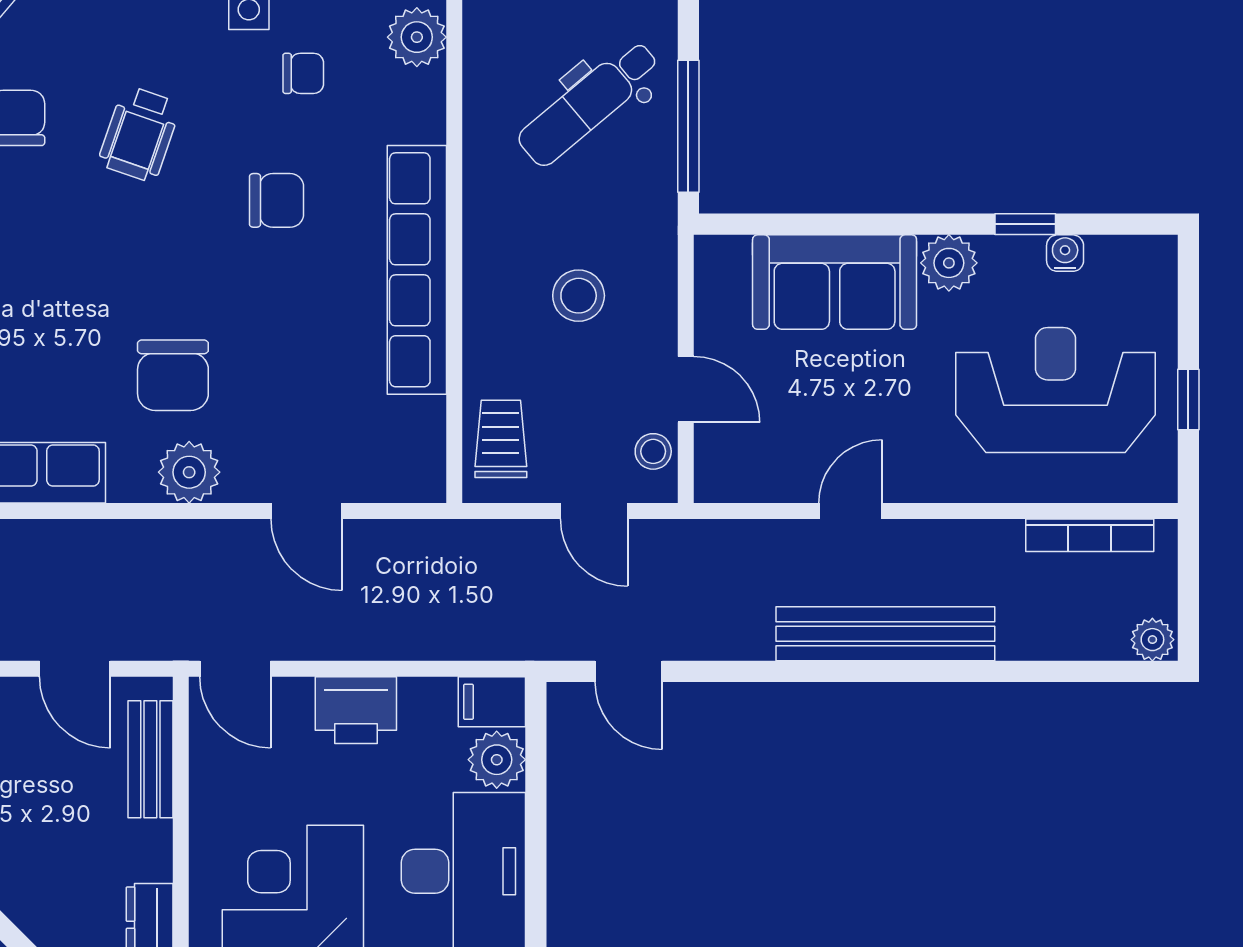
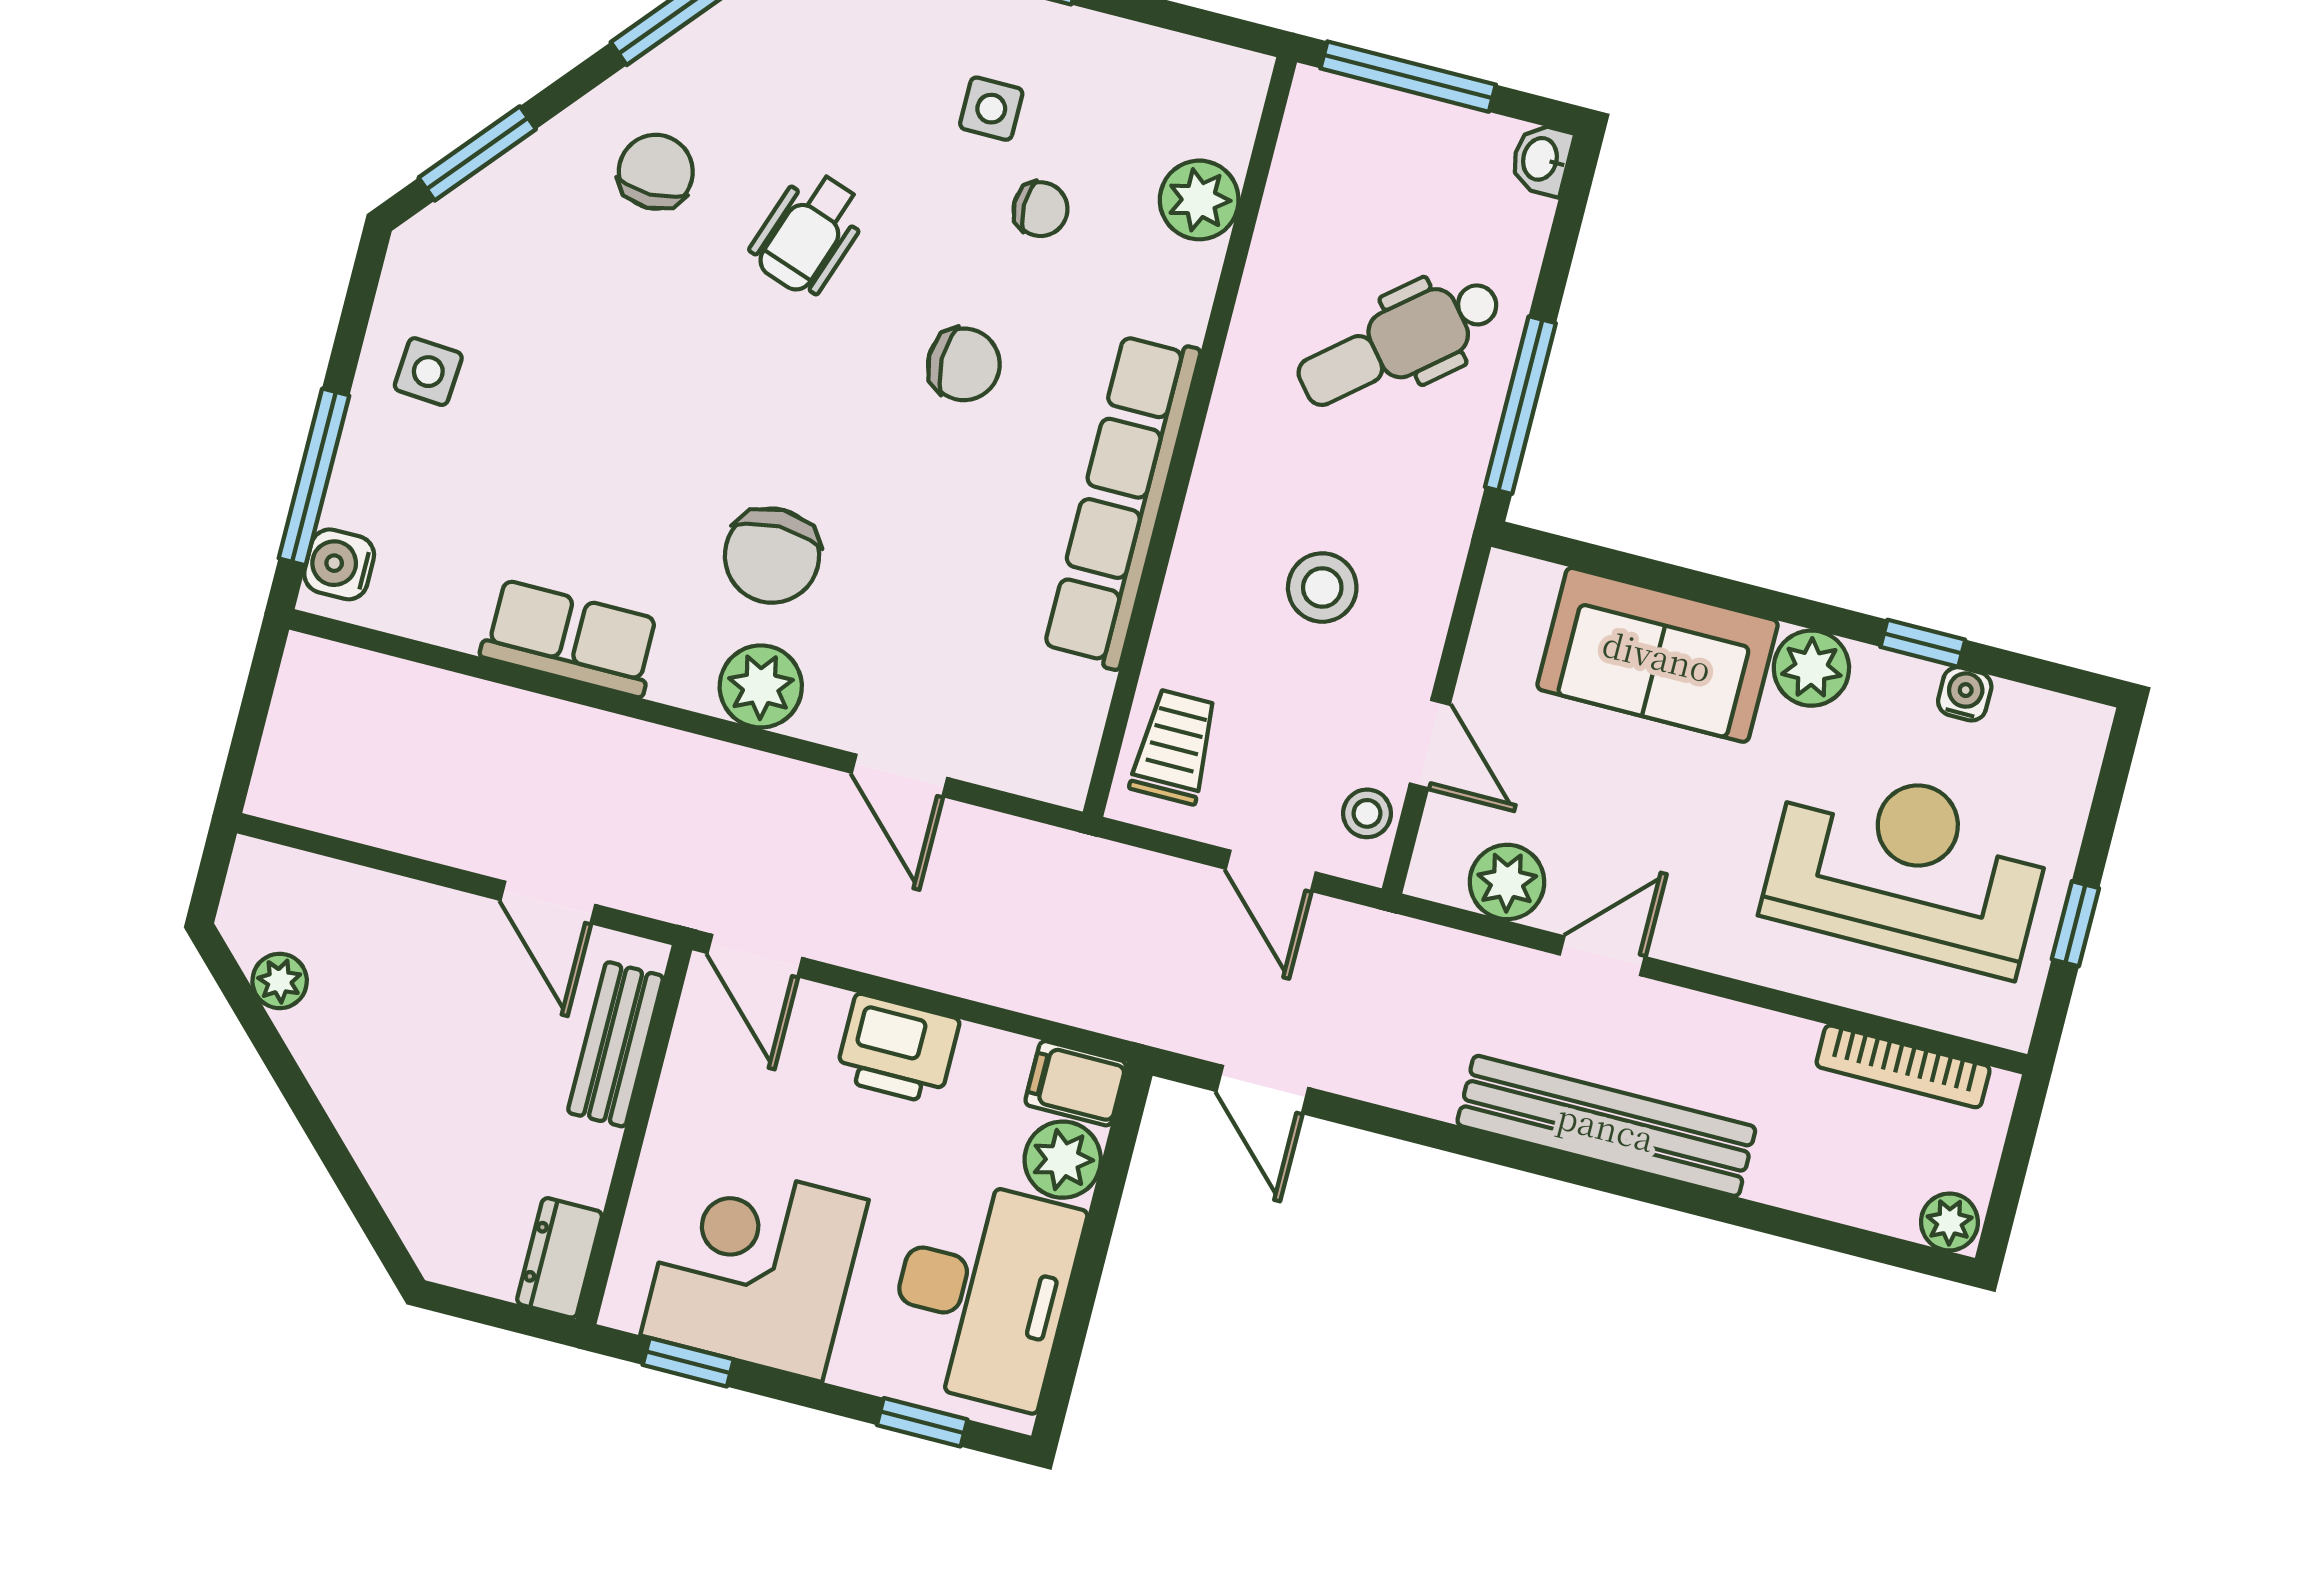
plant: (768, 475) -> (1507, 882), added

